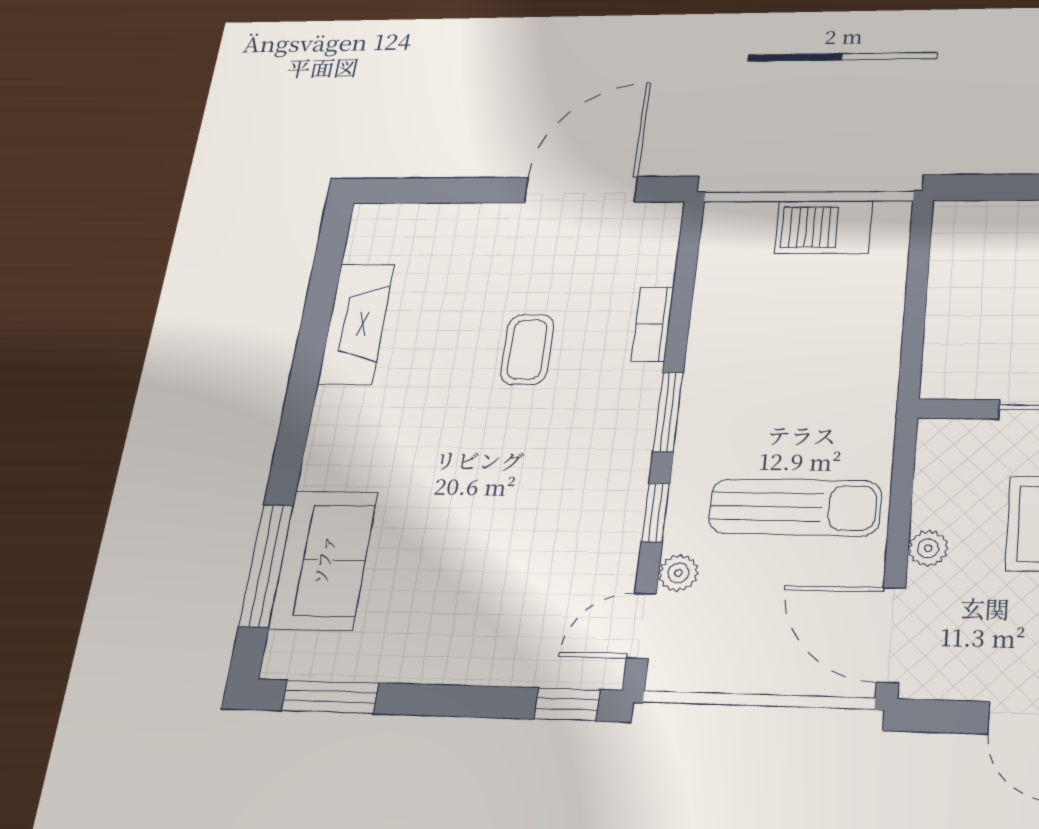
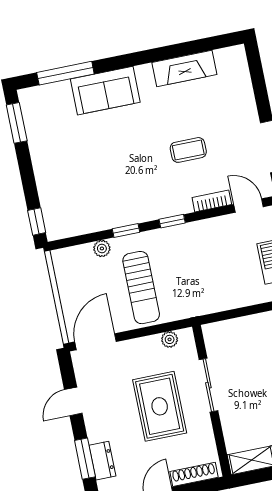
window: (668, 412) -> (172, 221), width x0.67
plant: (928, 548) -> (170, 339), moved
sofa: (324, 560) -> (105, 91), moved
door: (641, 626) -> (249, 206), moved

